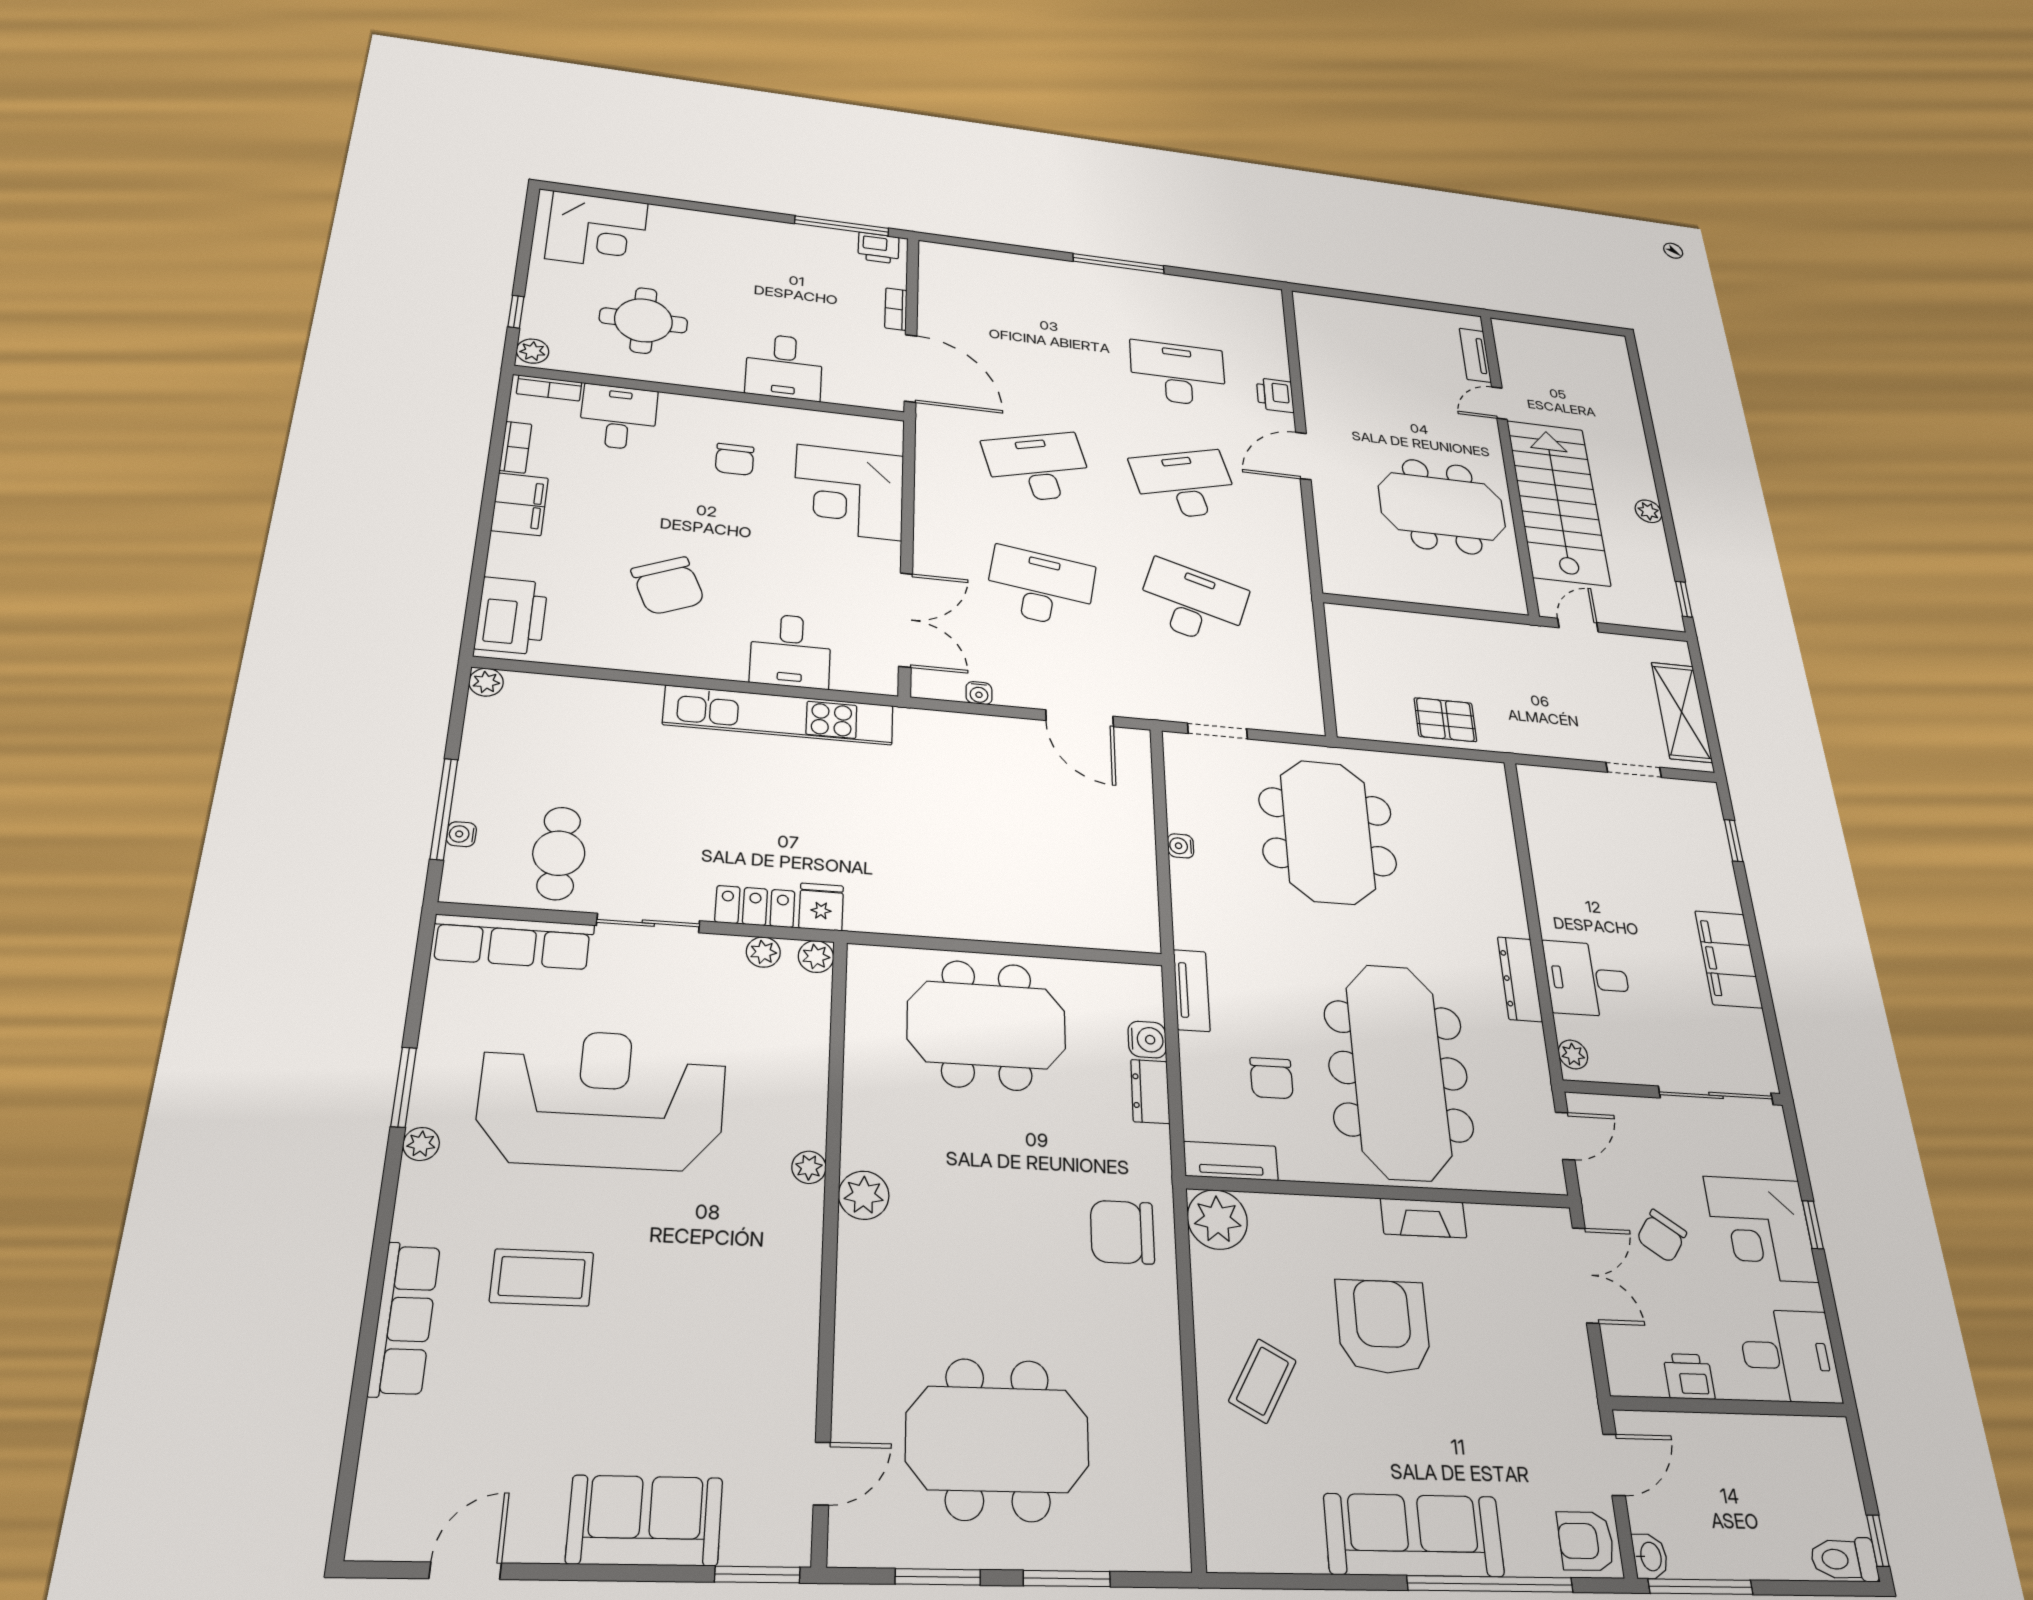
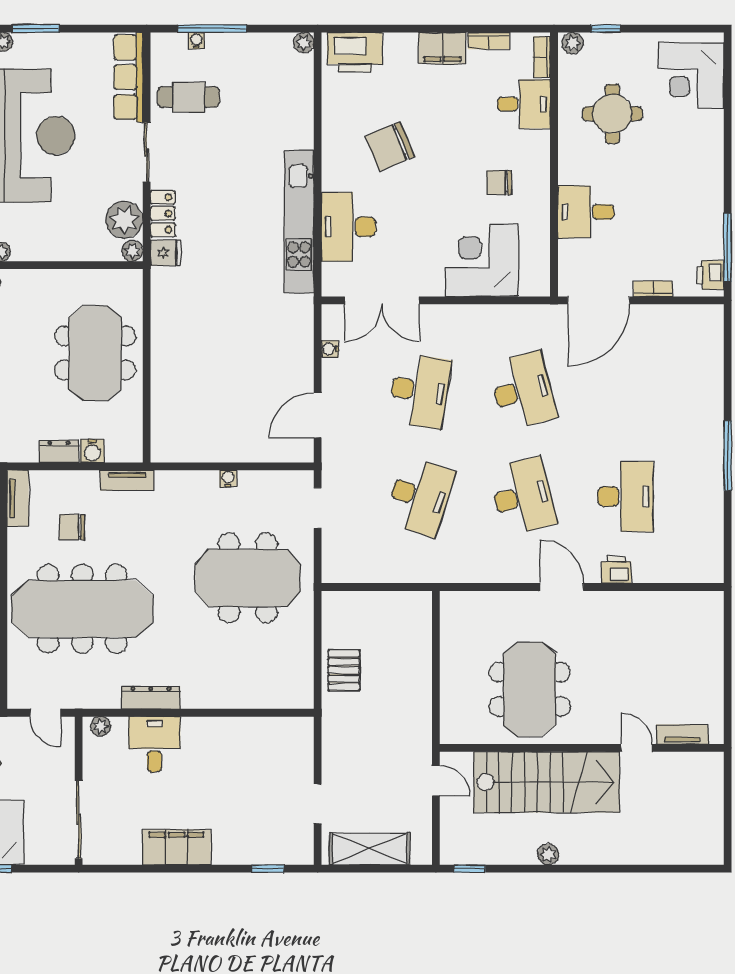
desk: (791, 651) -> (349, 227), width x1.37
plant: (763, 952) -> (124, 220), width x1.88, depth x1.88

